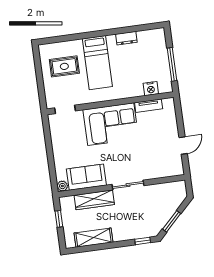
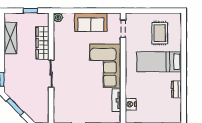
sofa: (86, 177) -> (91, 22), moved, turned 90

